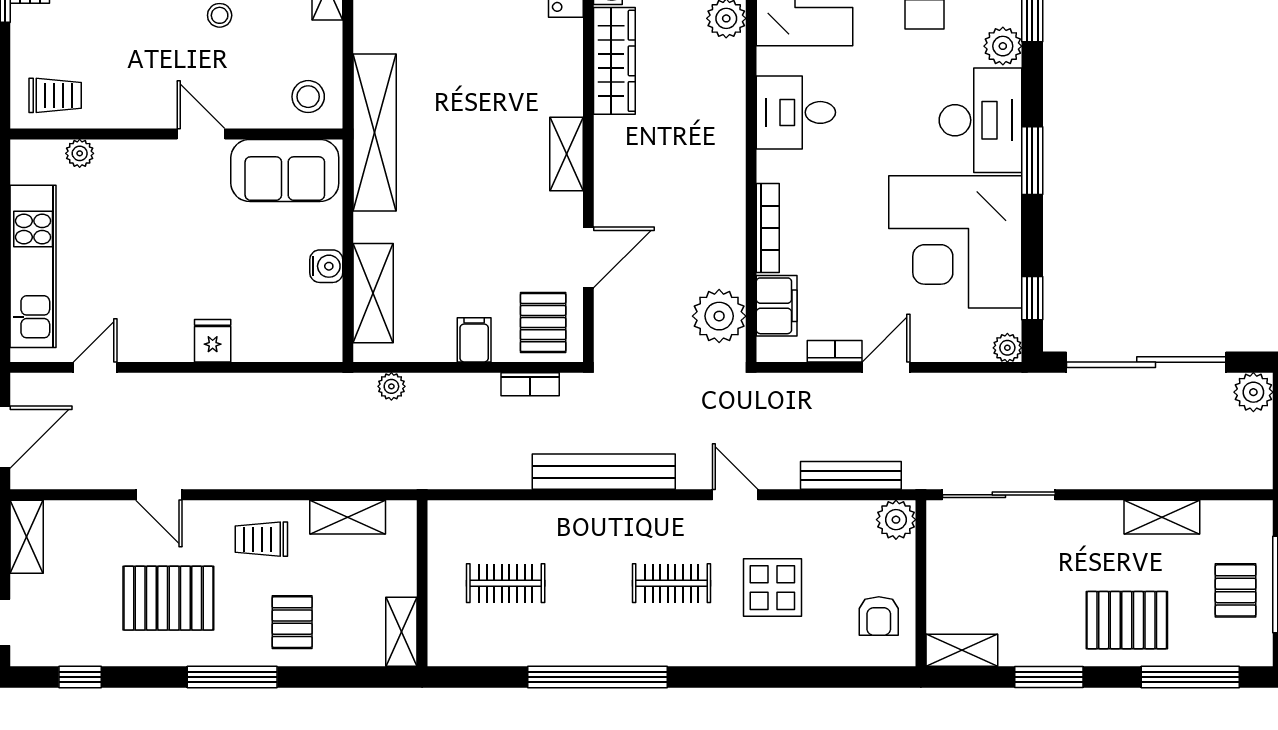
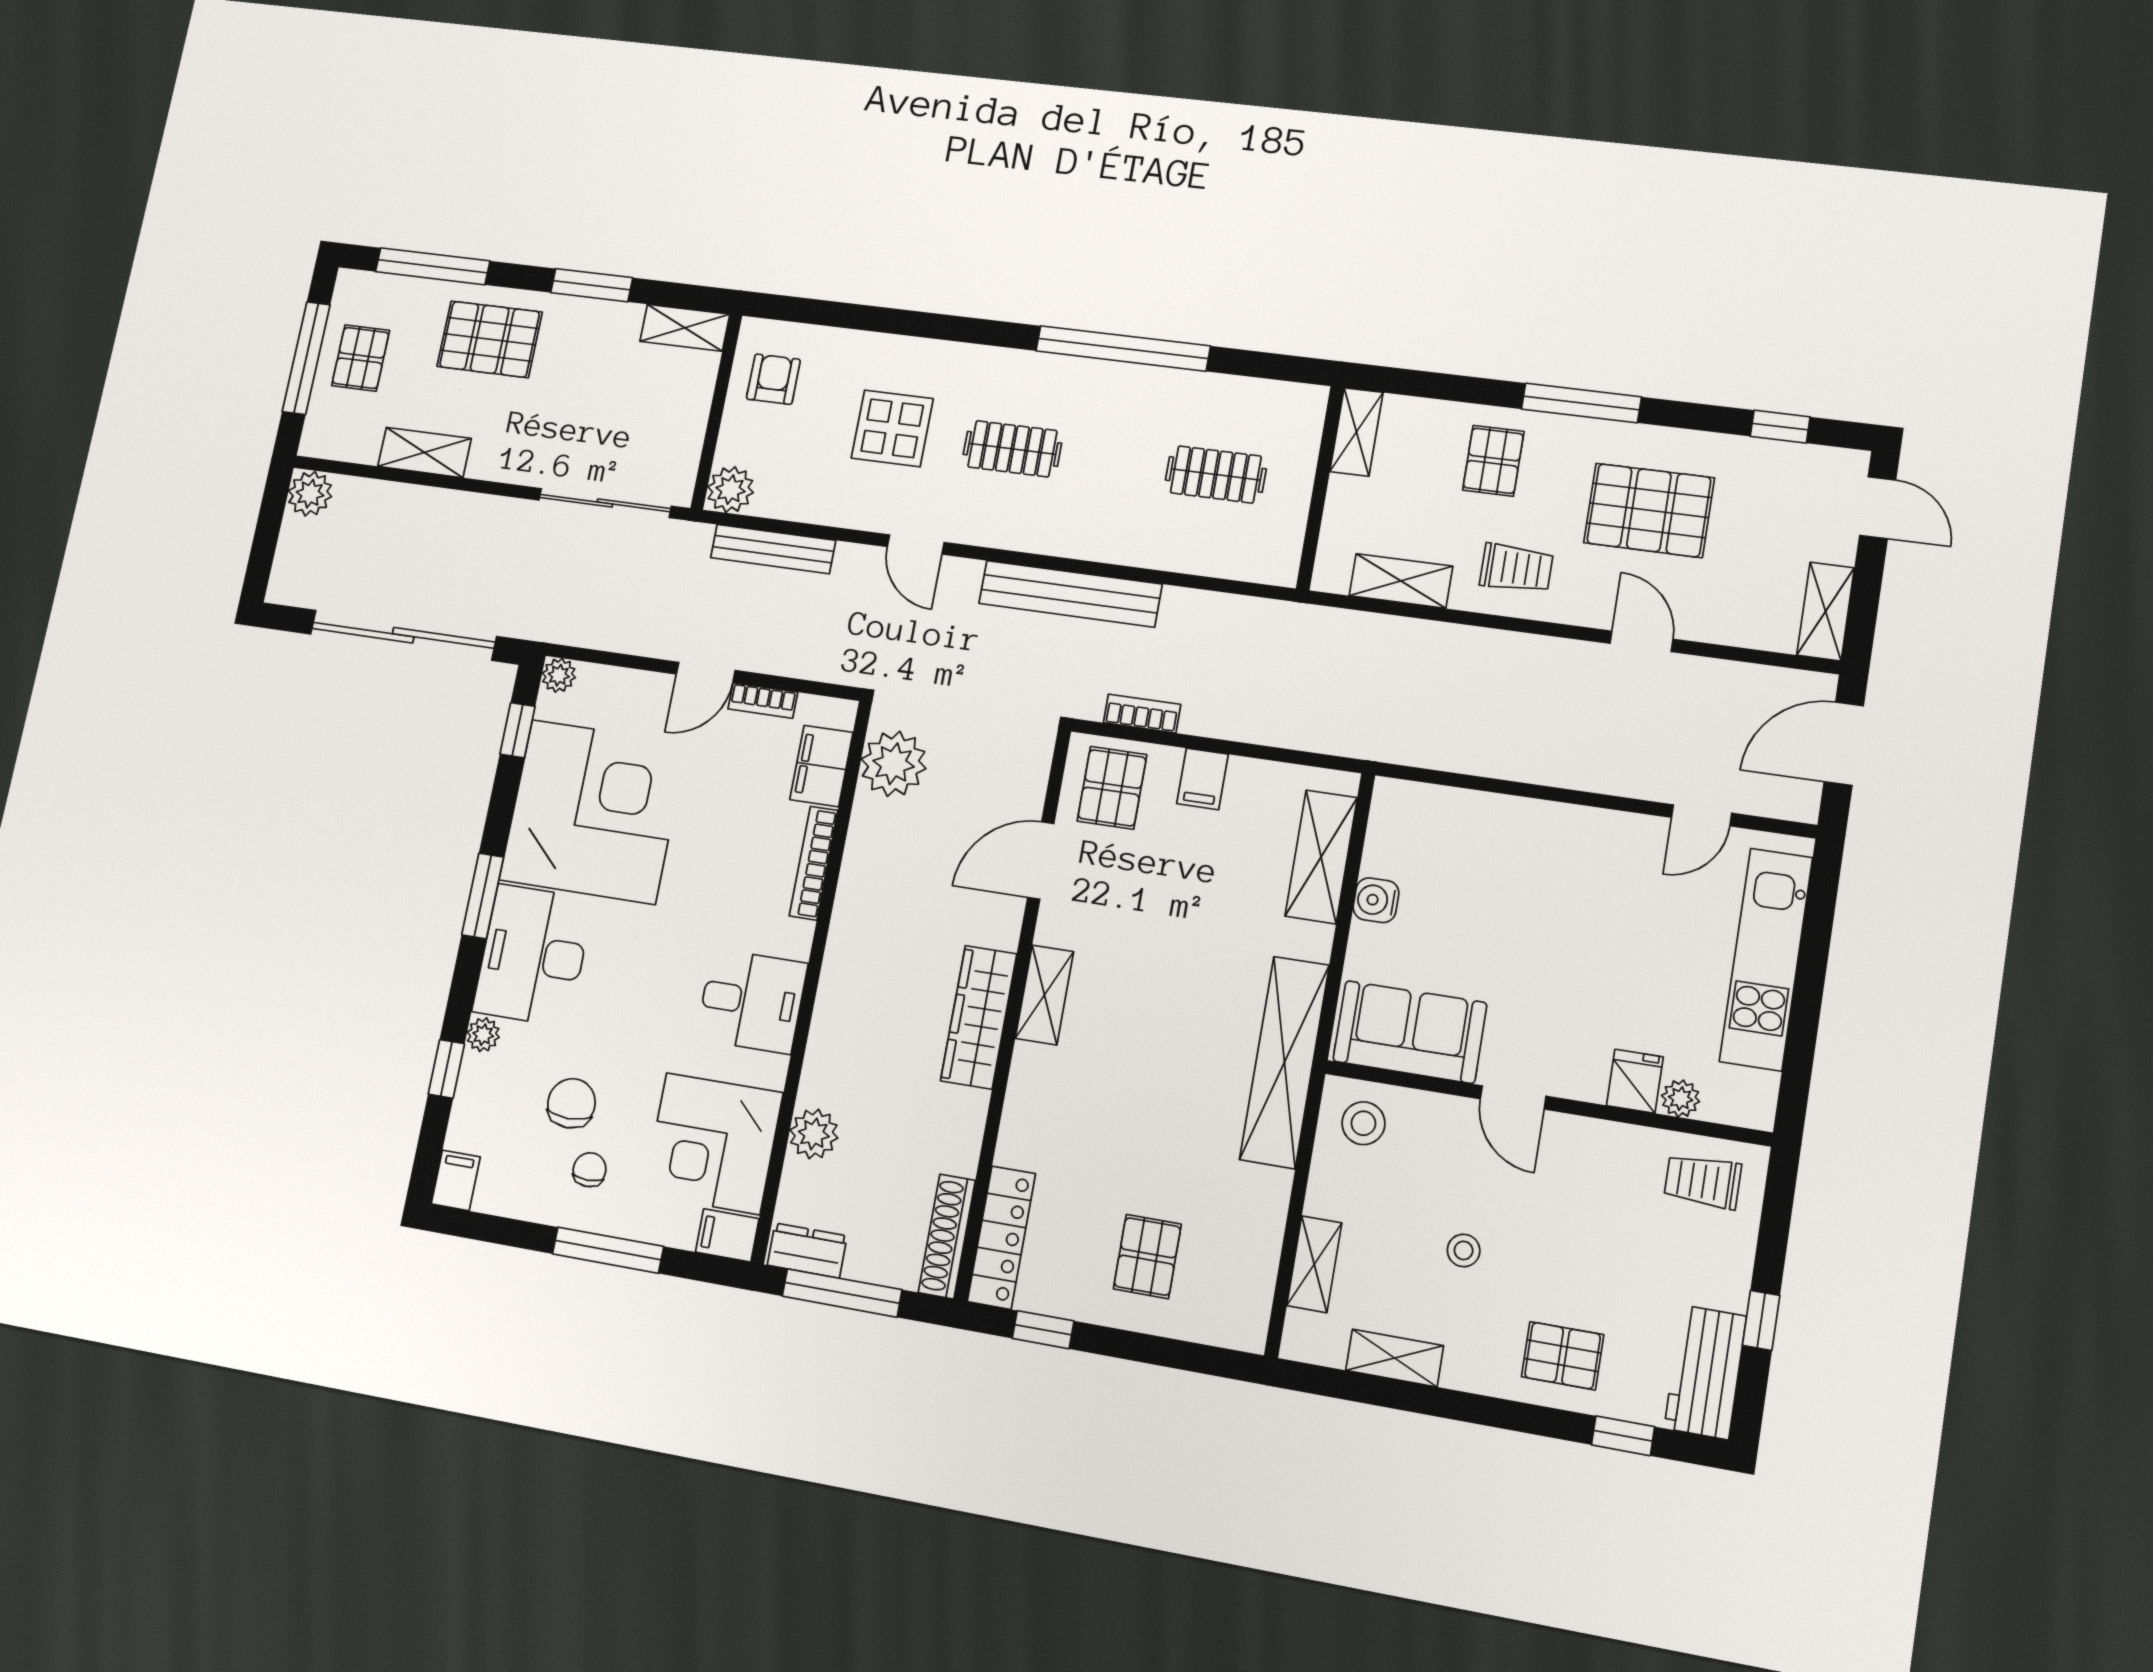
plant: (1003, 46) -> (483, 1035), width x0.73, depth x0.73
wardrobe: (614, 61) -> (979, 1017), moved
fridge: (213, 341) -> (1635, 1081), moved, turned 180
plant: (391, 386) -> (1318, 736), removed
plant: (1253, 392) -> (310, 494), moved

